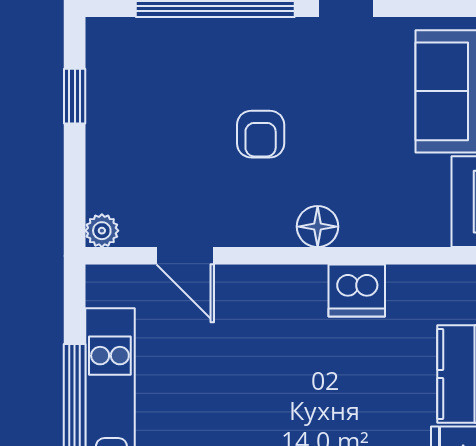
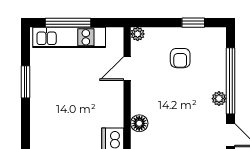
plant: (258, 34) -> (219, 99), added
armchair: (261, 134) -> (180, 58), moved, turned -90

